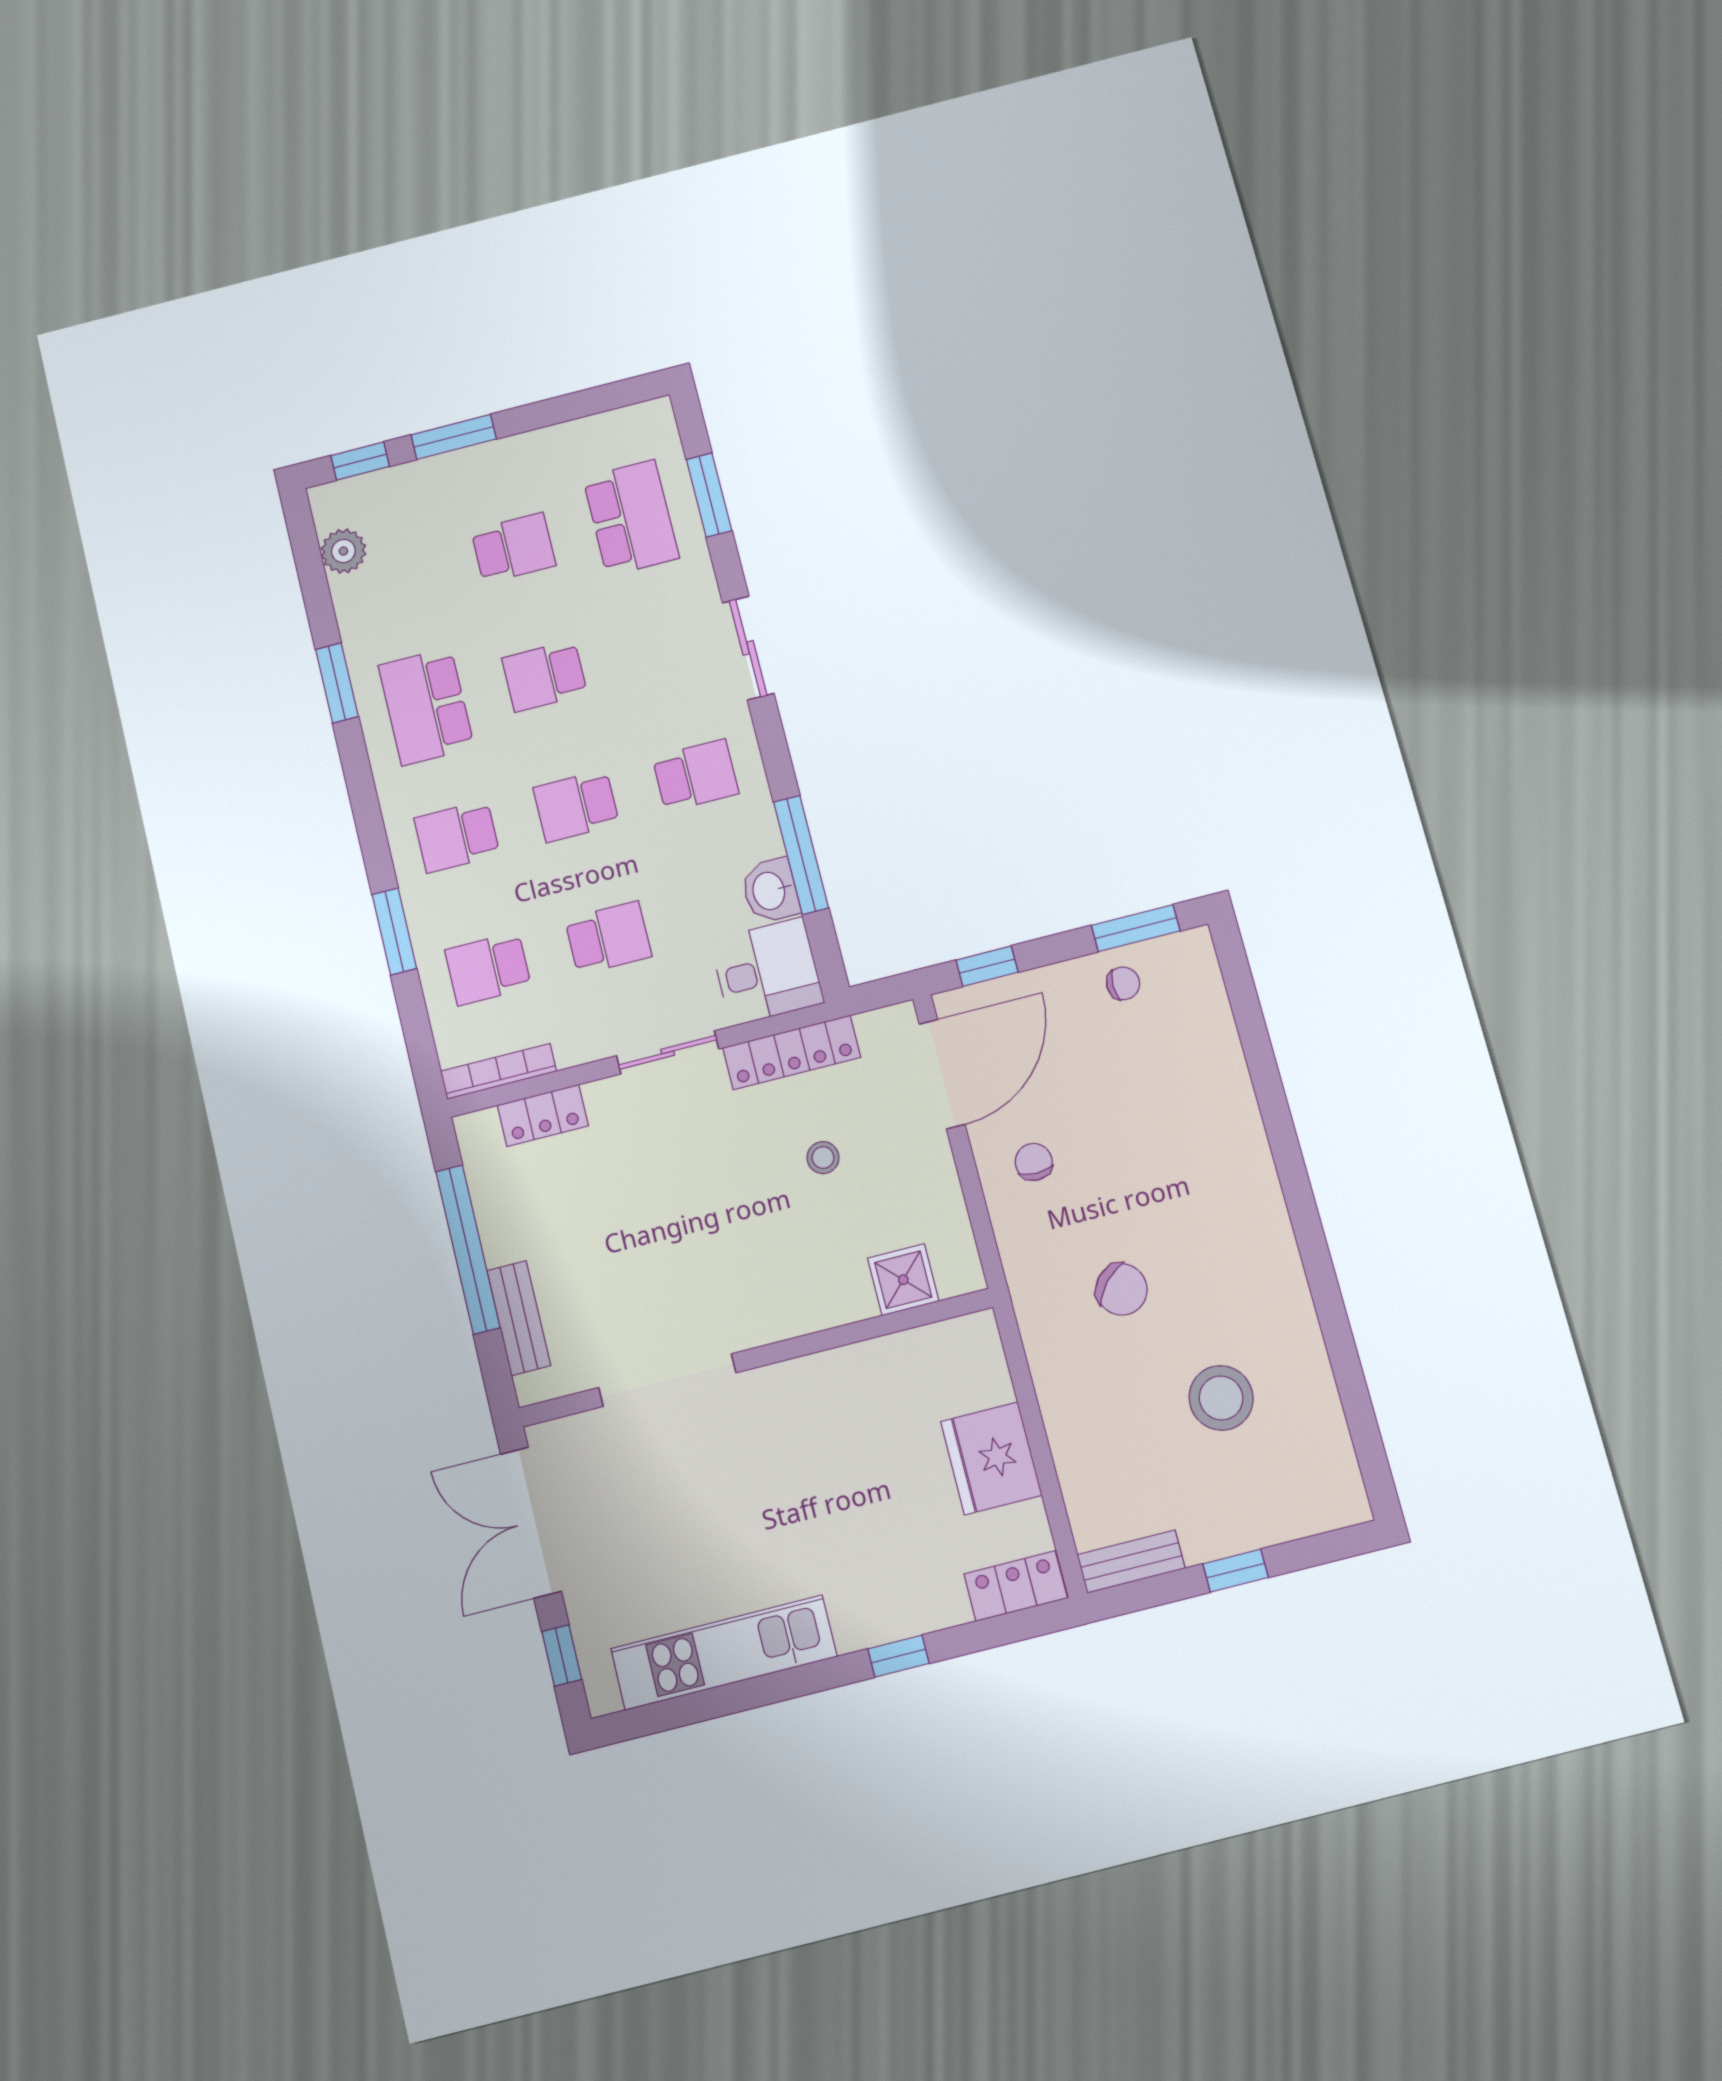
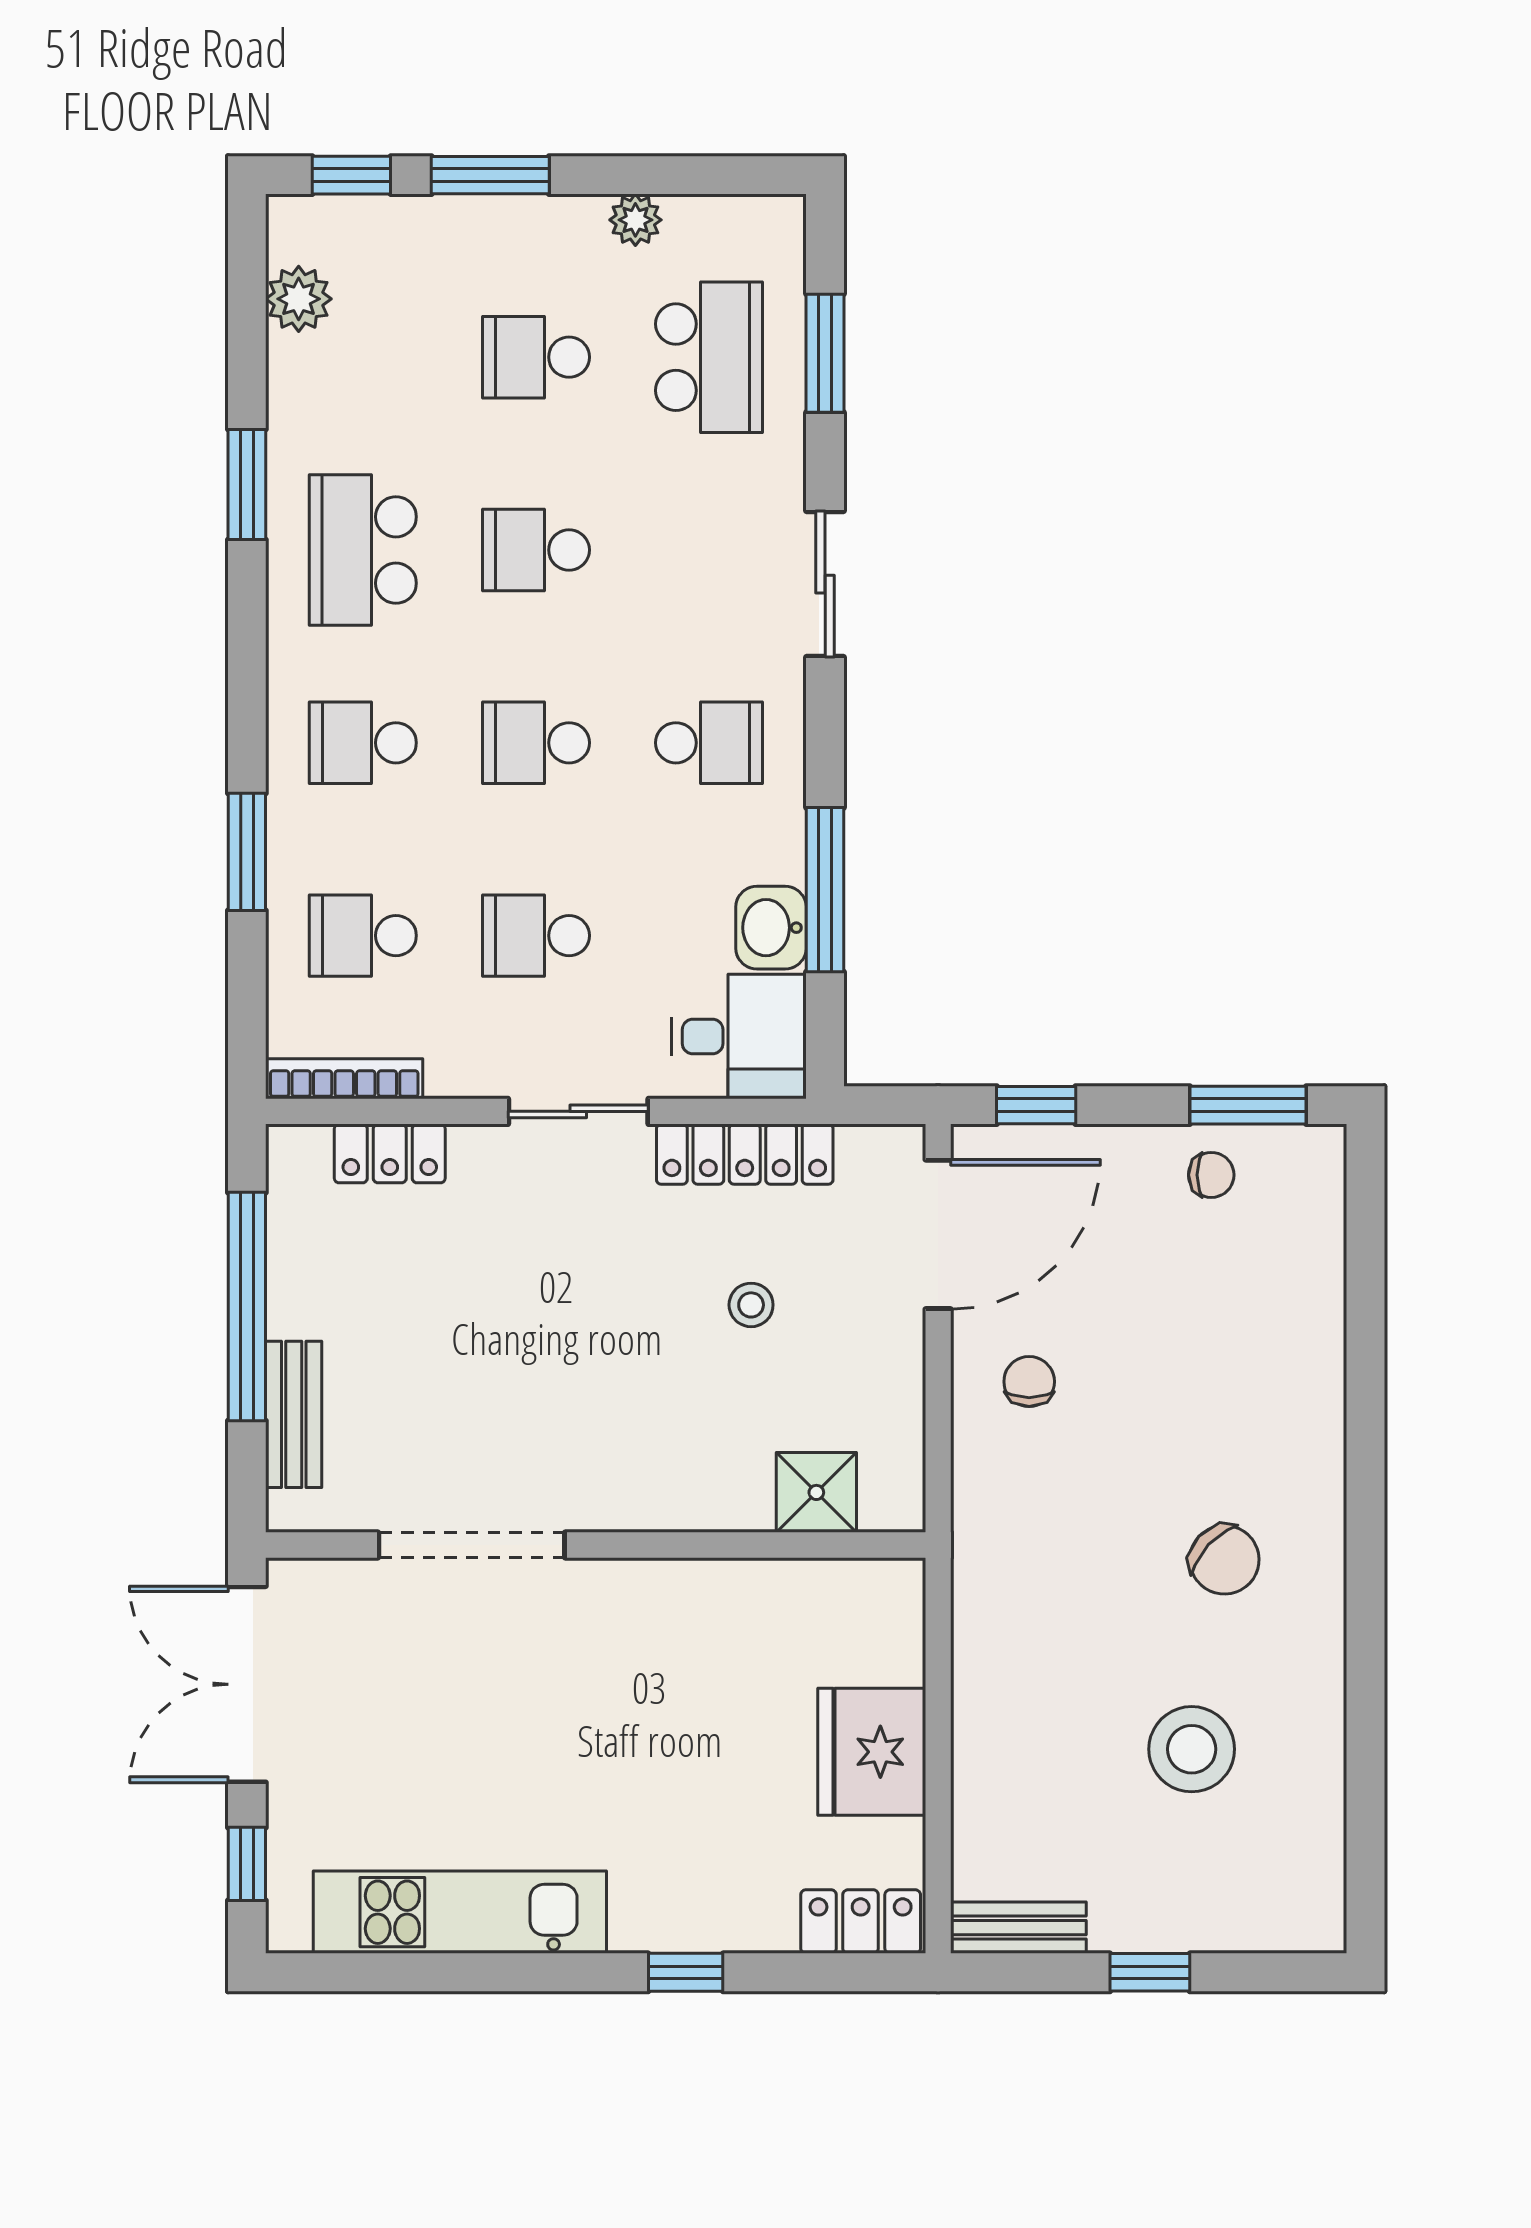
plant: (559, 441) -> (635, 220), added
school desk: (513, 548) -> (536, 357), turned 180
school desk: (608, 938) -> (536, 936), turned 180
chair: (1121, 1289) -> (1224, 1560), moved

